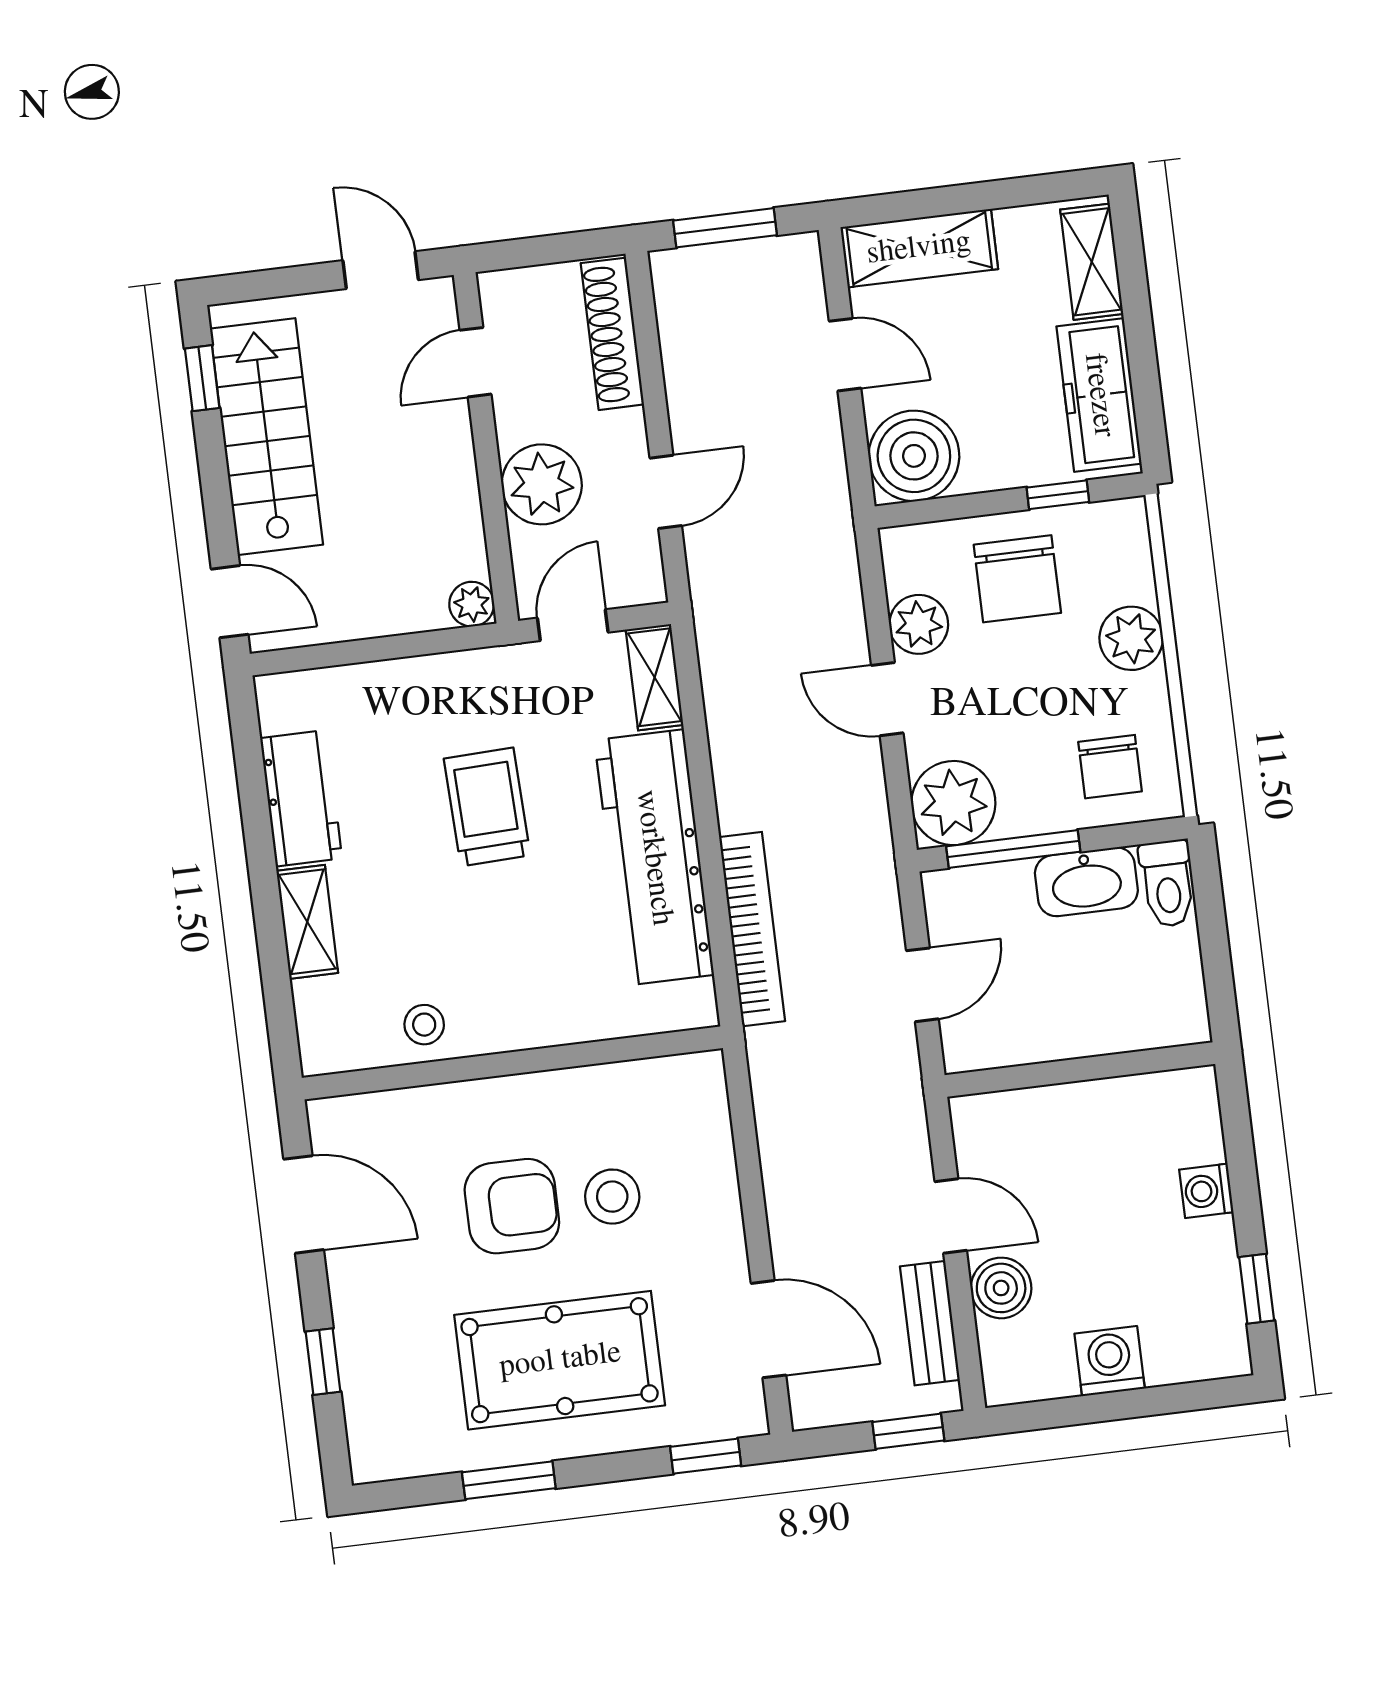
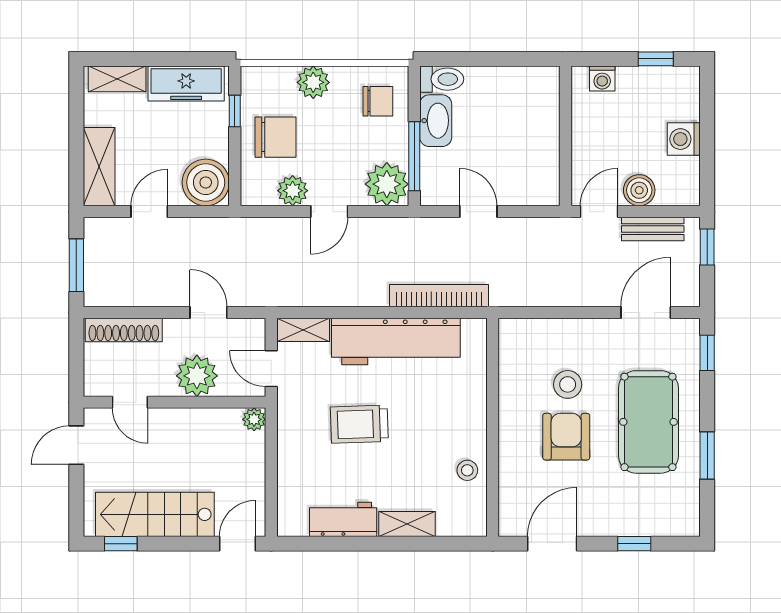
wall: (1080, 1070) -> (566, 136), moved

